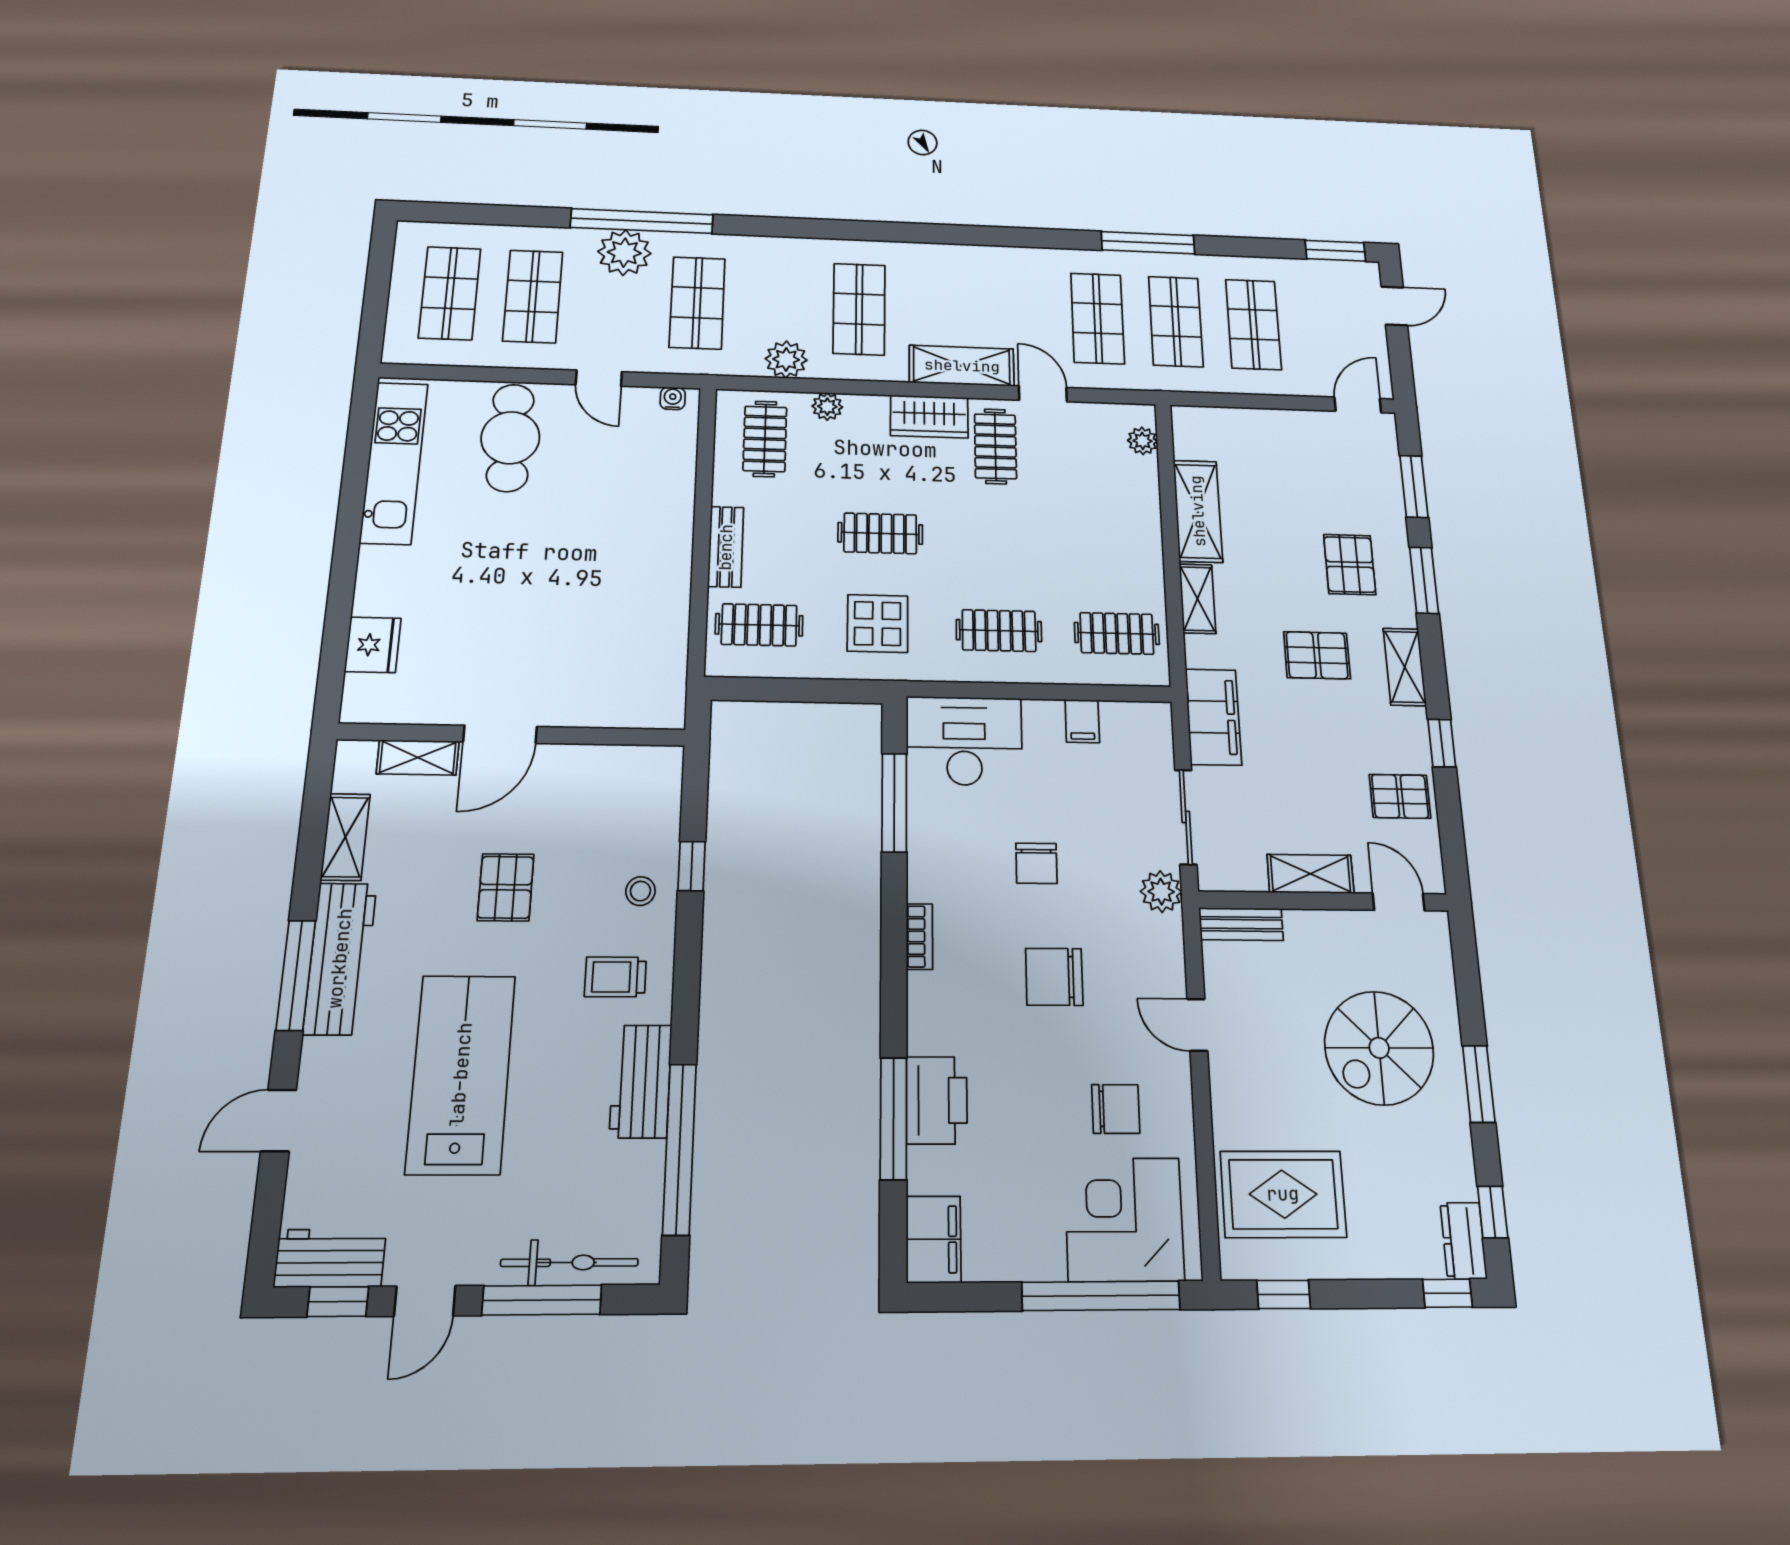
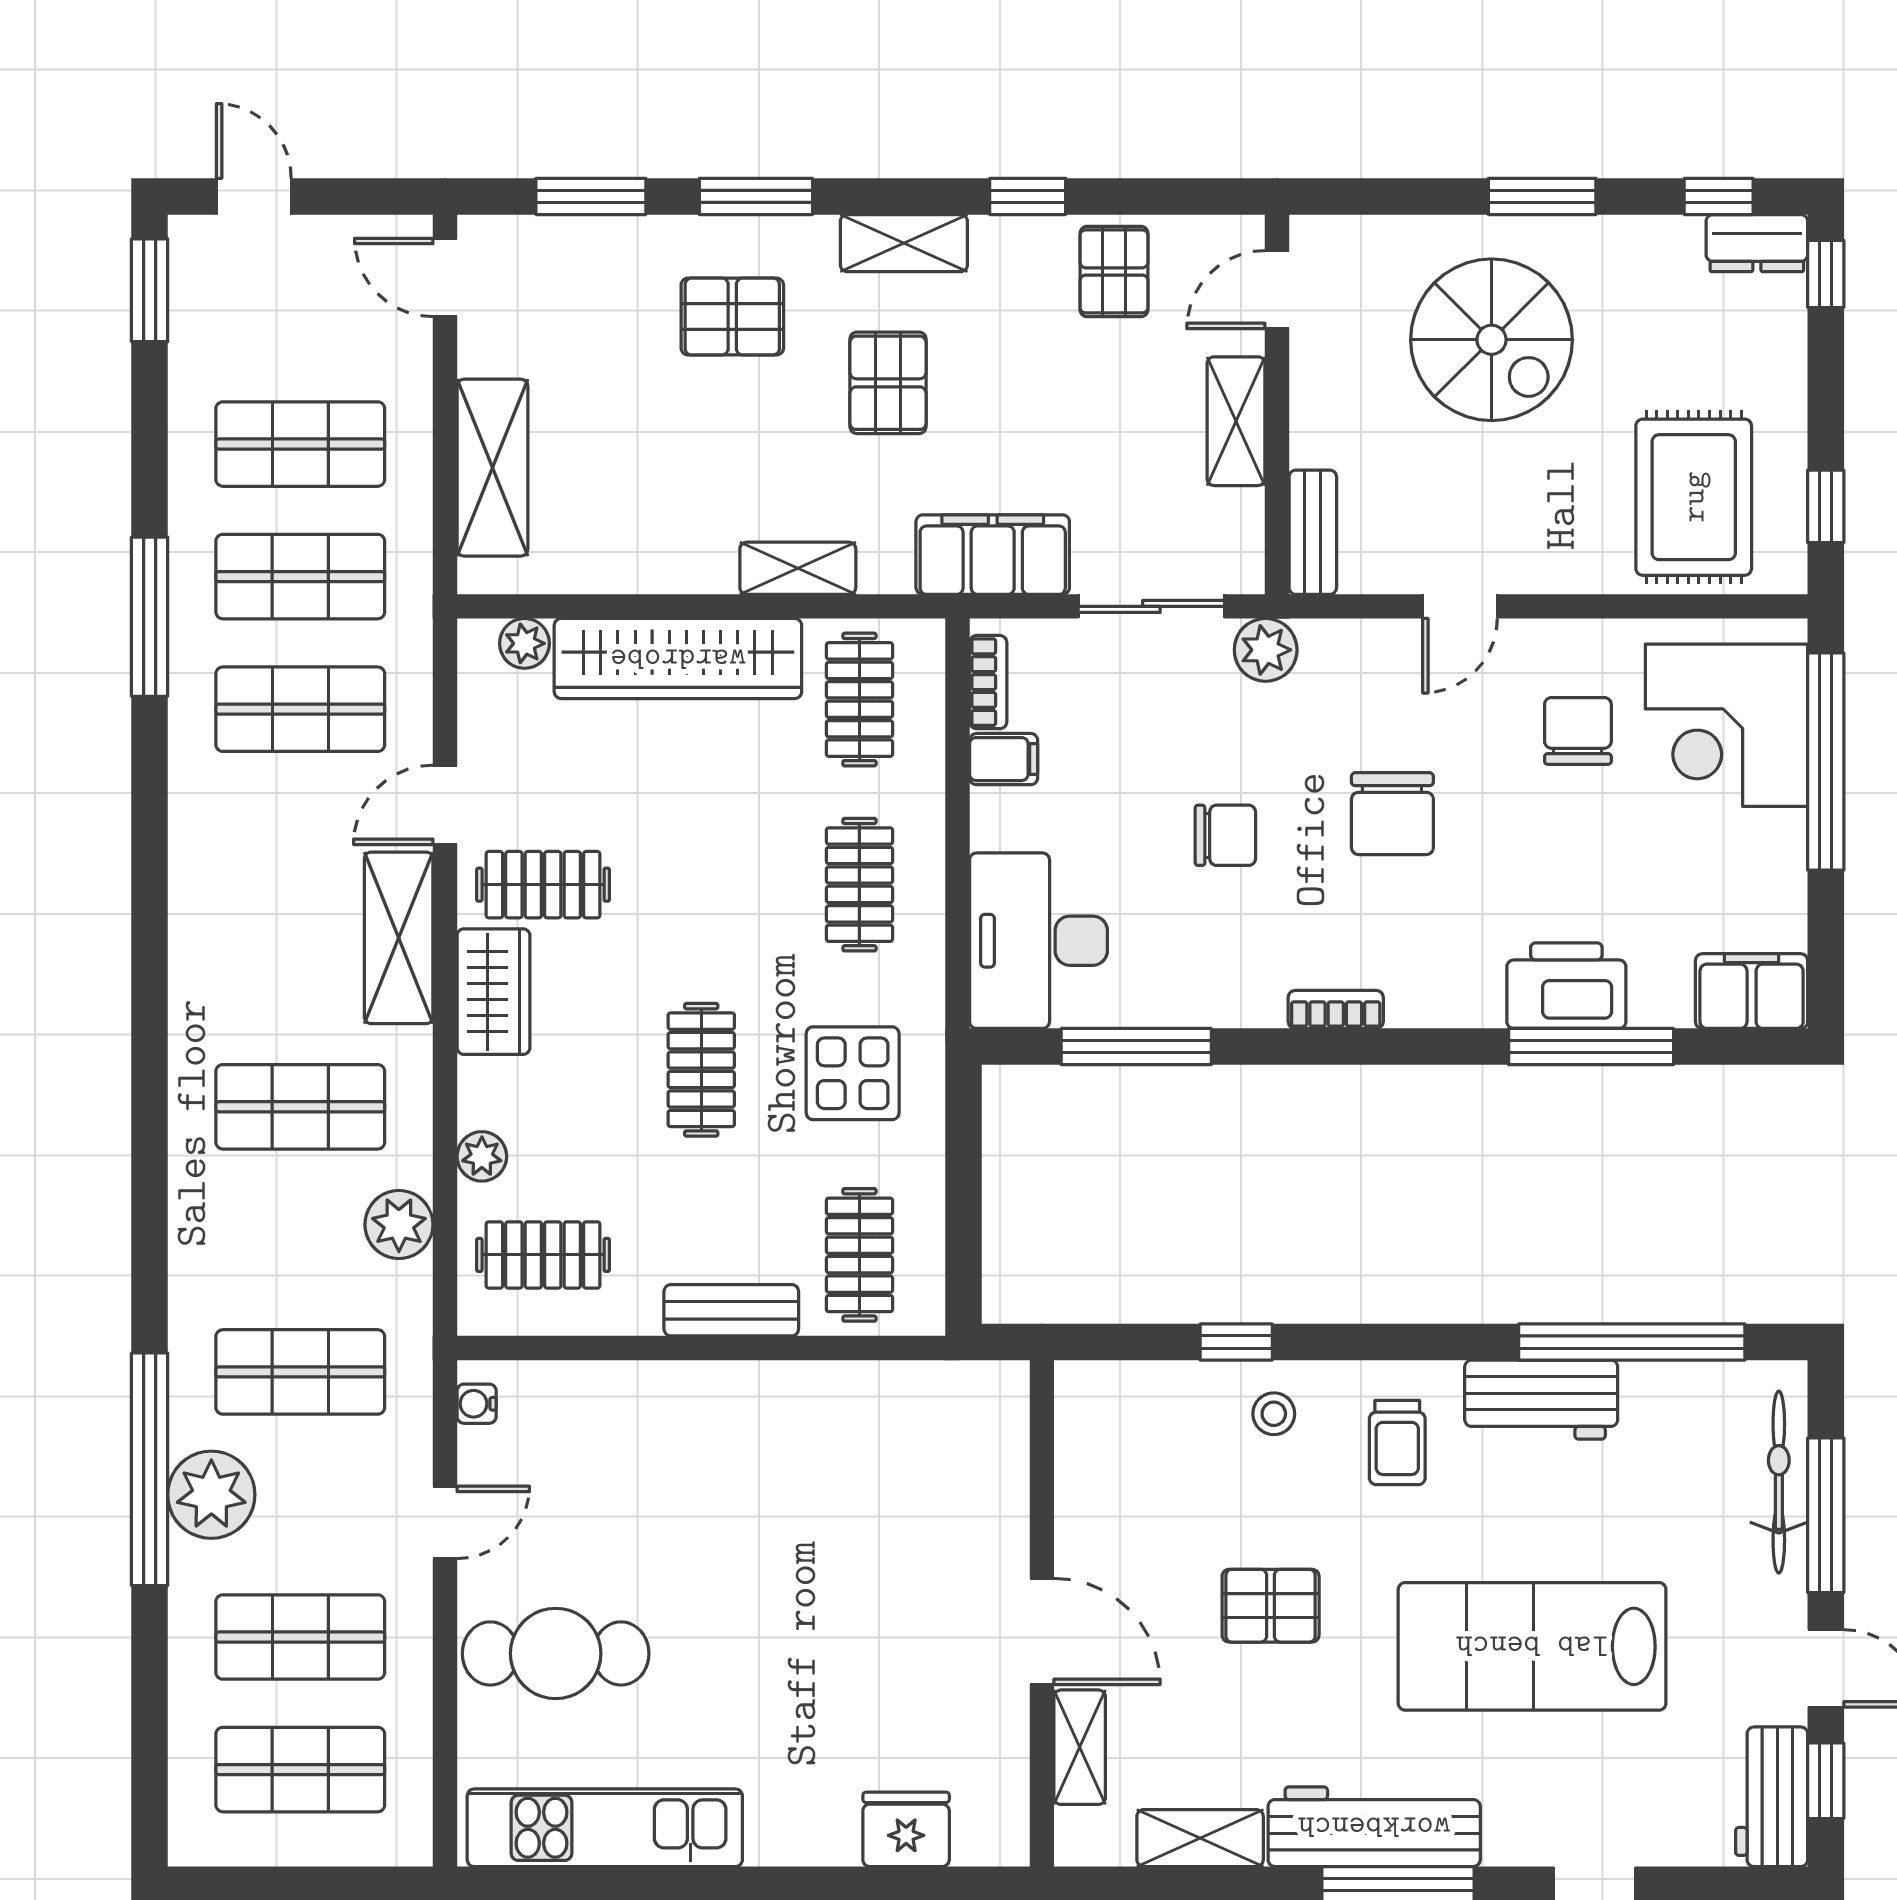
shelving: (1198, 511) -> (492, 468), moved, turned 90
wardrobe: (1138, 527) -> (678, 659), added
bookcase: (1132, 712) -> (988, 682), added

